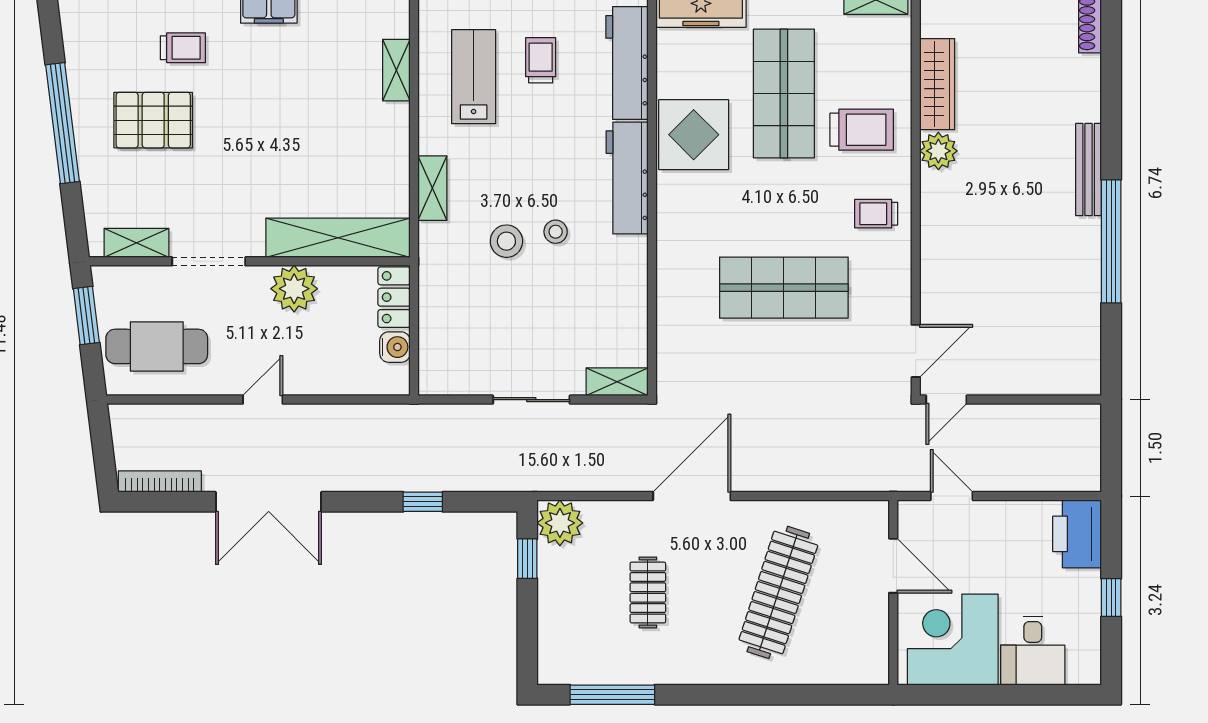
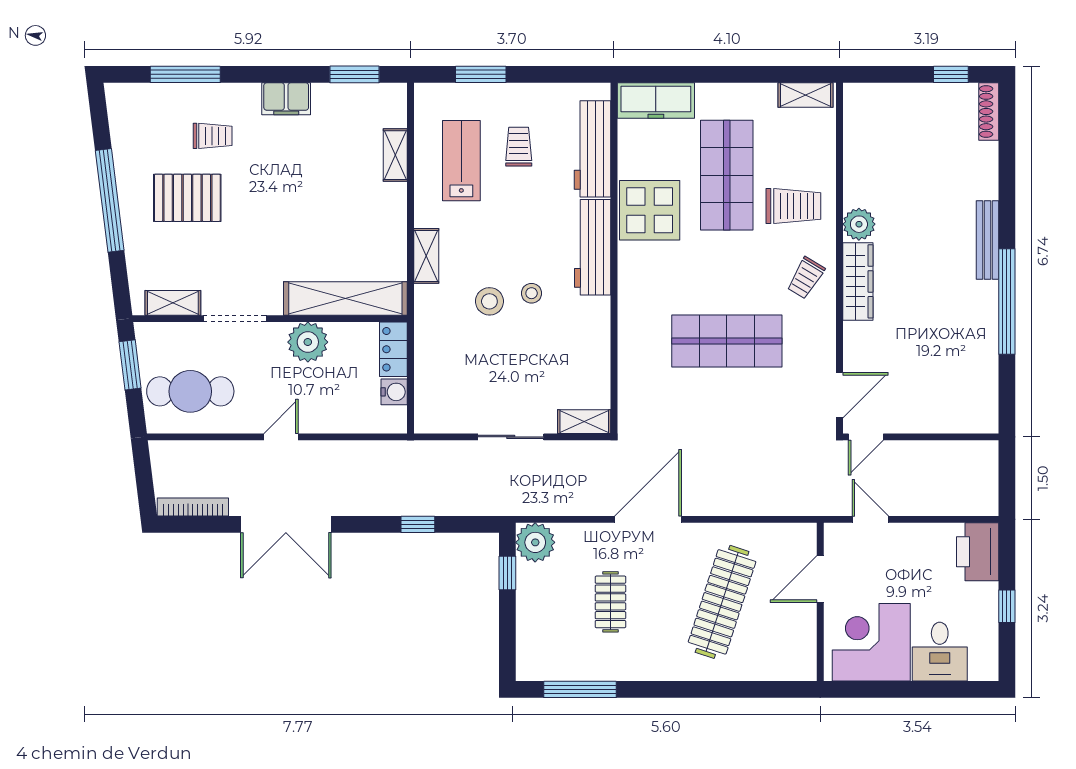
wardrobe: (937, 84) -> (858, 281), moved
trolley: (876, 214) -> (806, 278), turned -59
door: (893, 566) -> (820, 579), swing flipped

